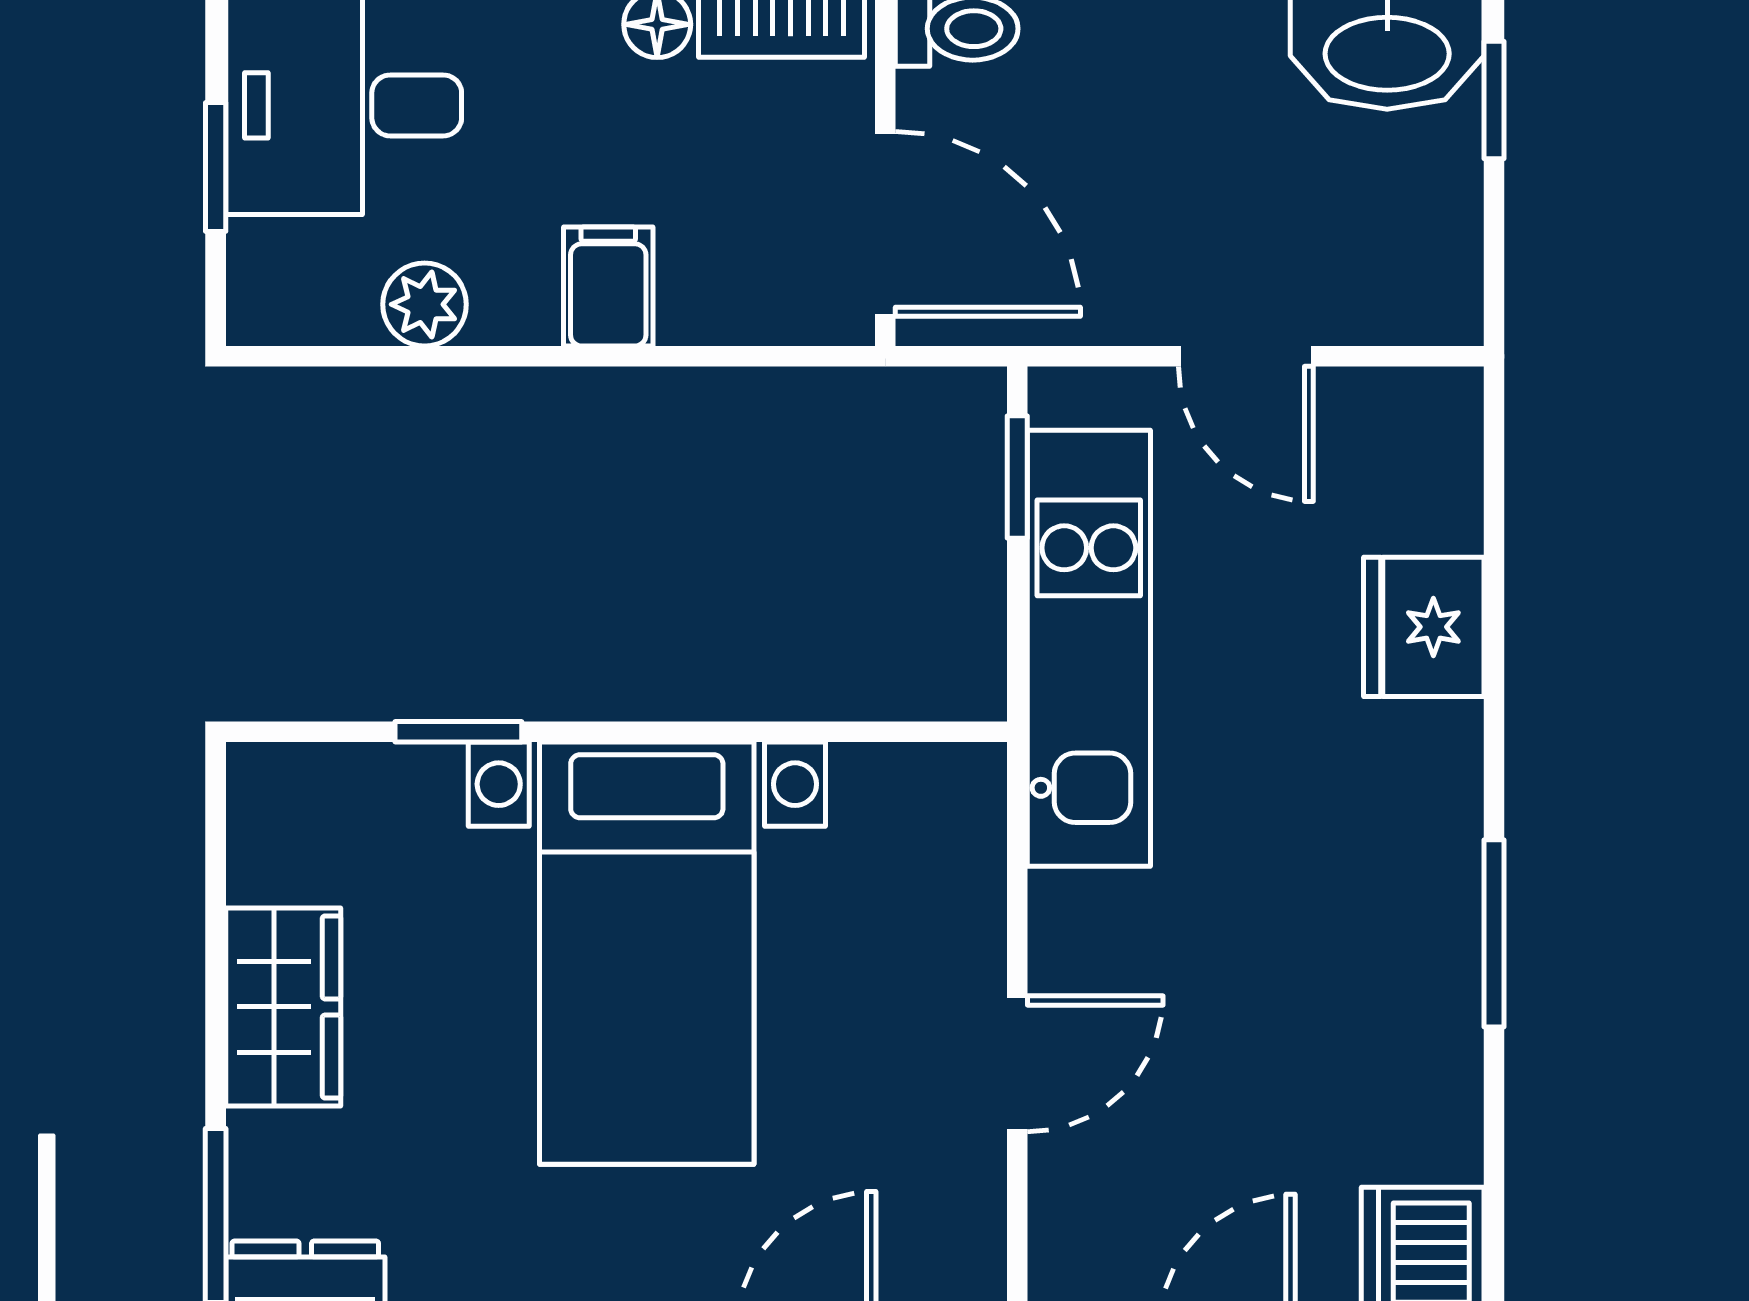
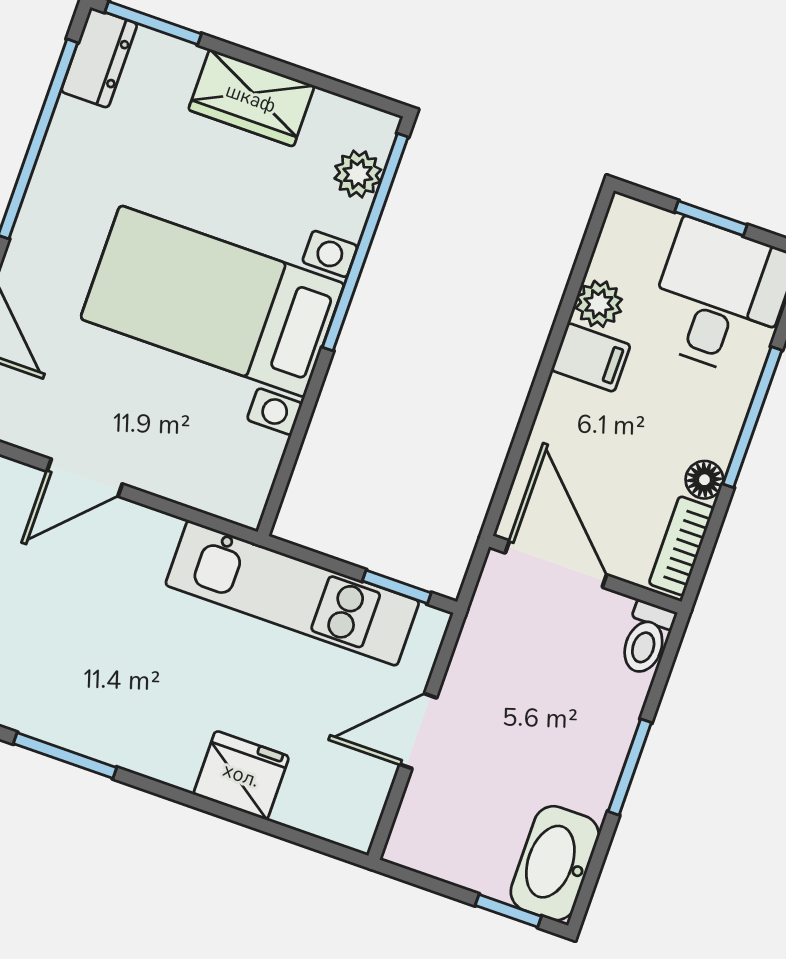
door: (885, 224) -> (556, 564), swing flipped
filing cabinet: (608, 287) -> (591, 357), moved
window: (458, 732) -> (365, 242), width x3.17
plant: (349, 784) -> (358, 174), added
door: (1017, 1064) -> (85, 478), hinge flipped

